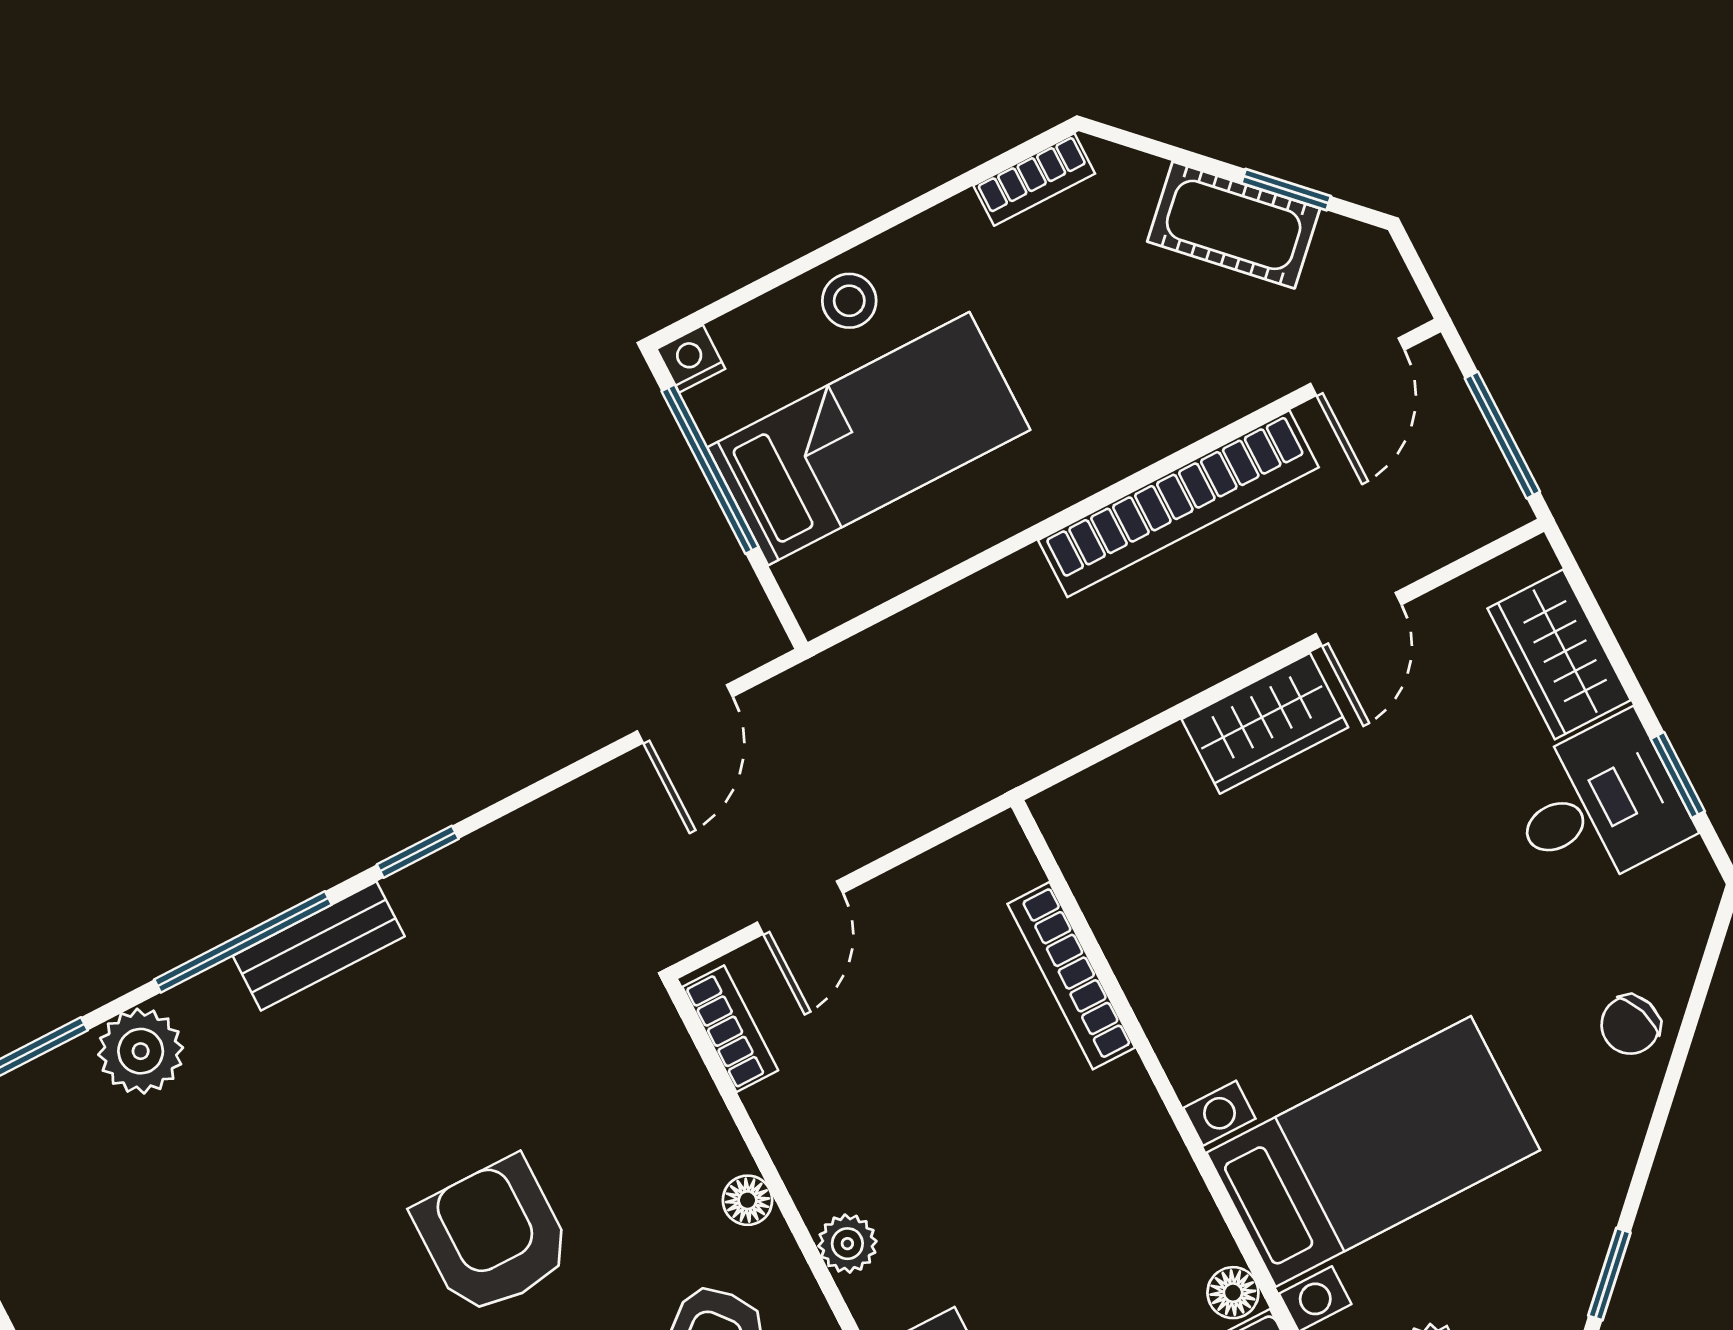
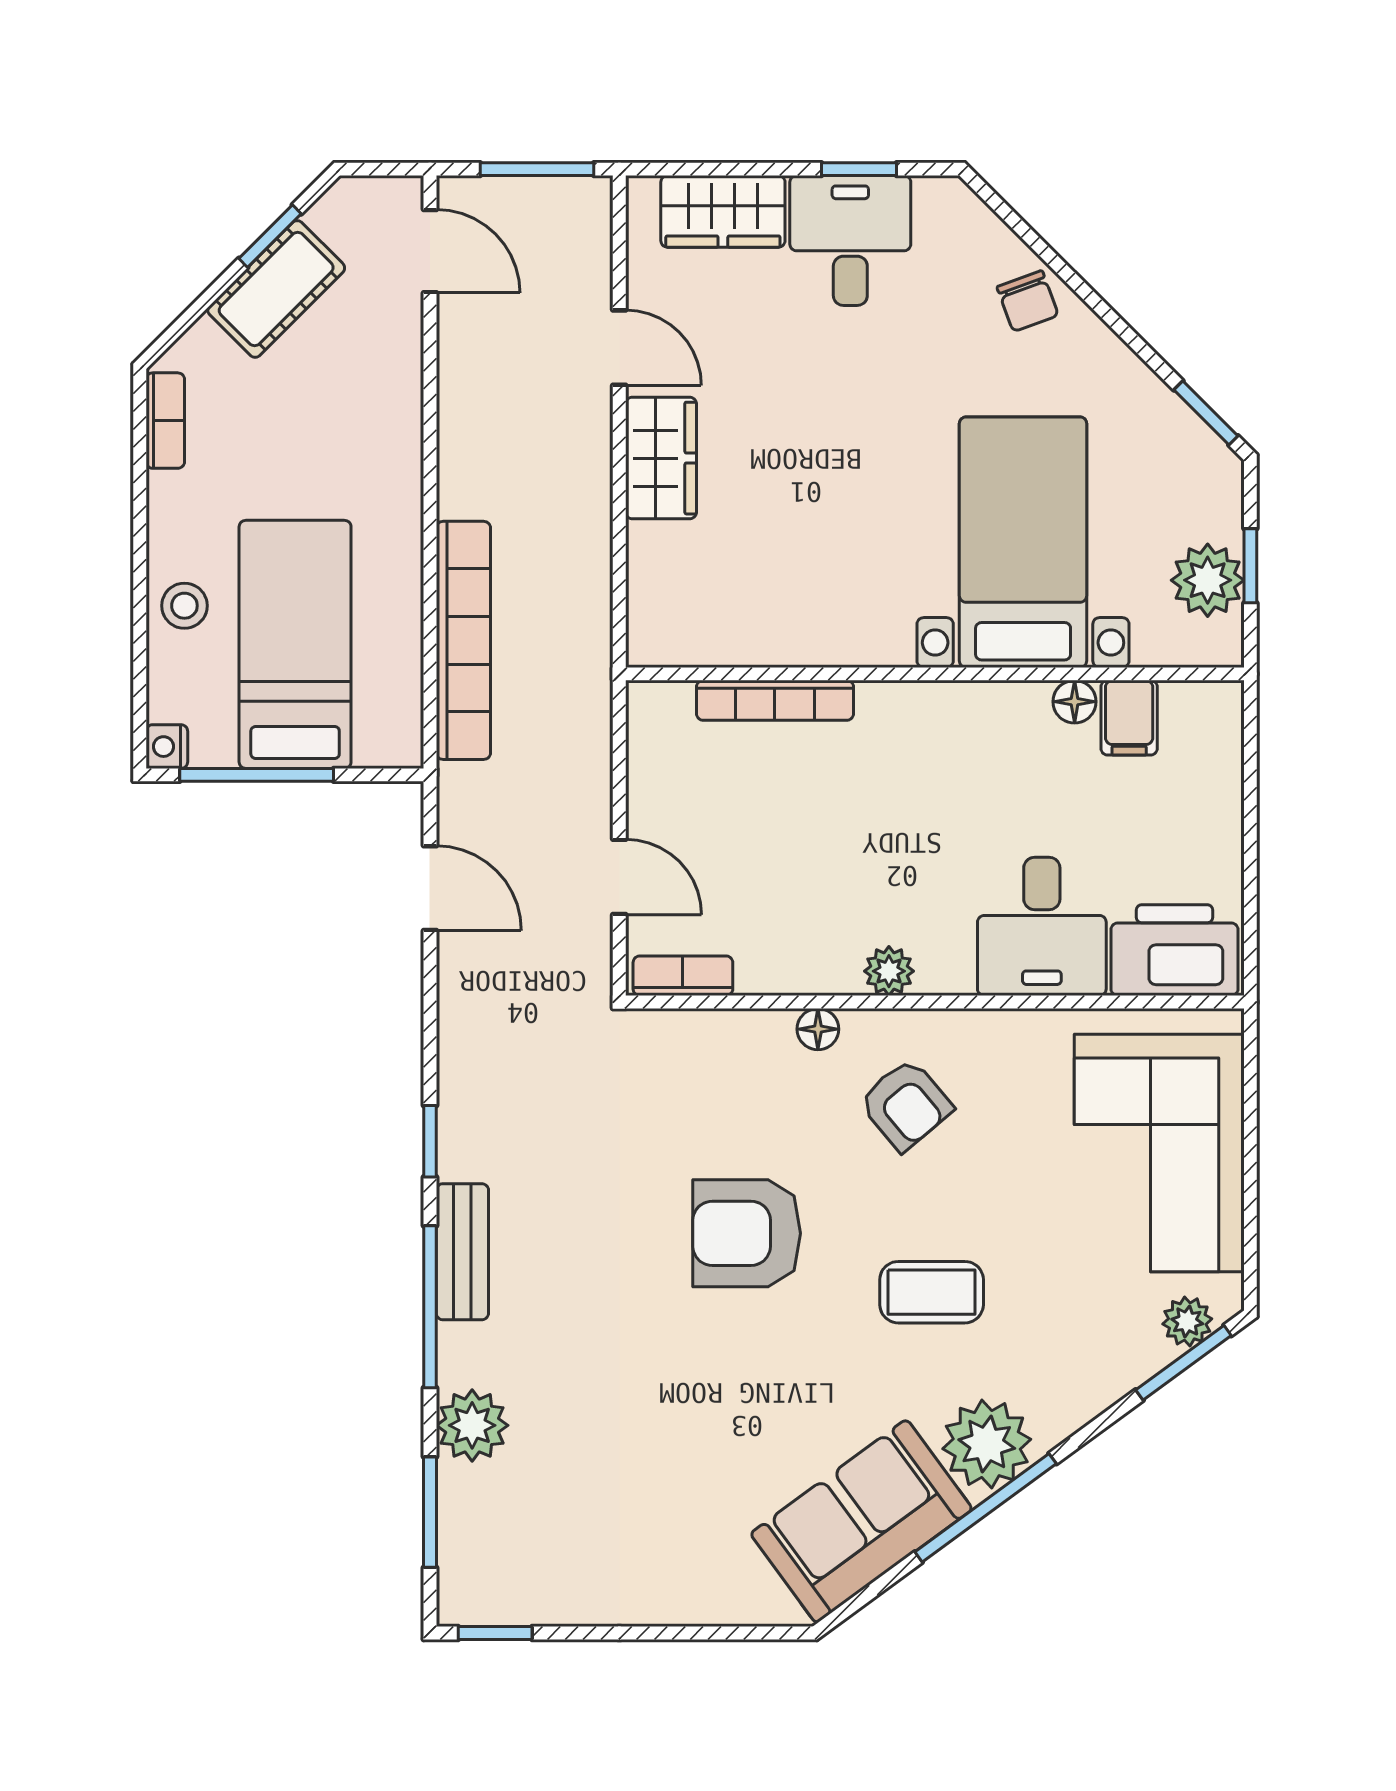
bookcase: (1178, 504) -> (463, 640), moved

